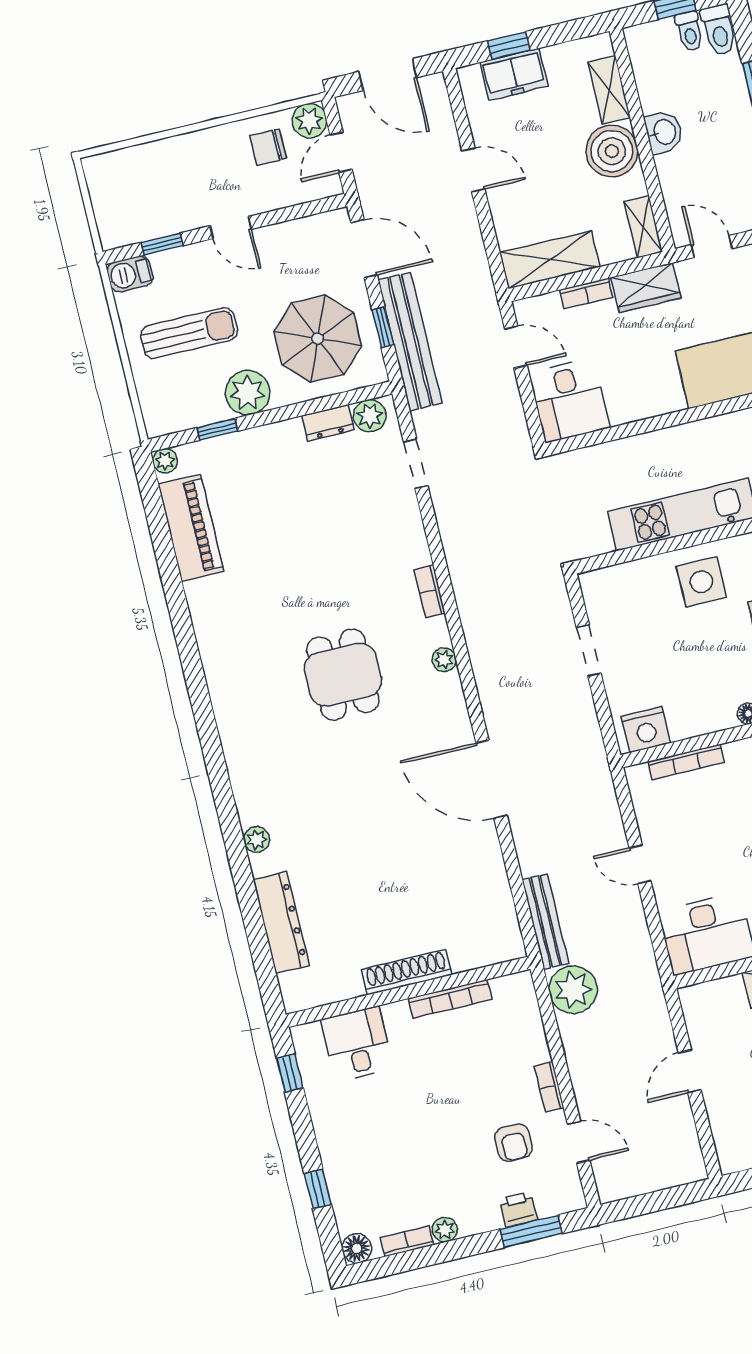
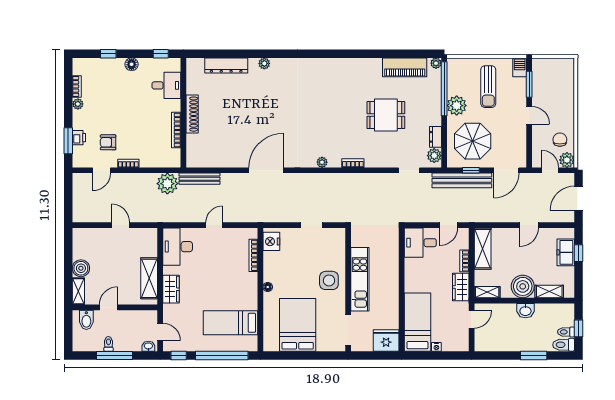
door: (231, 228) -> (529, 115), swing flipped
window: (162, 244) -> (529, 84), width x1.50
window: (217, 429) -> (444, 89), width x3.17
dining table: (343, 675) -> (386, 115), moved
floor lamp: (357, 1248) -> (132, 64), moved

